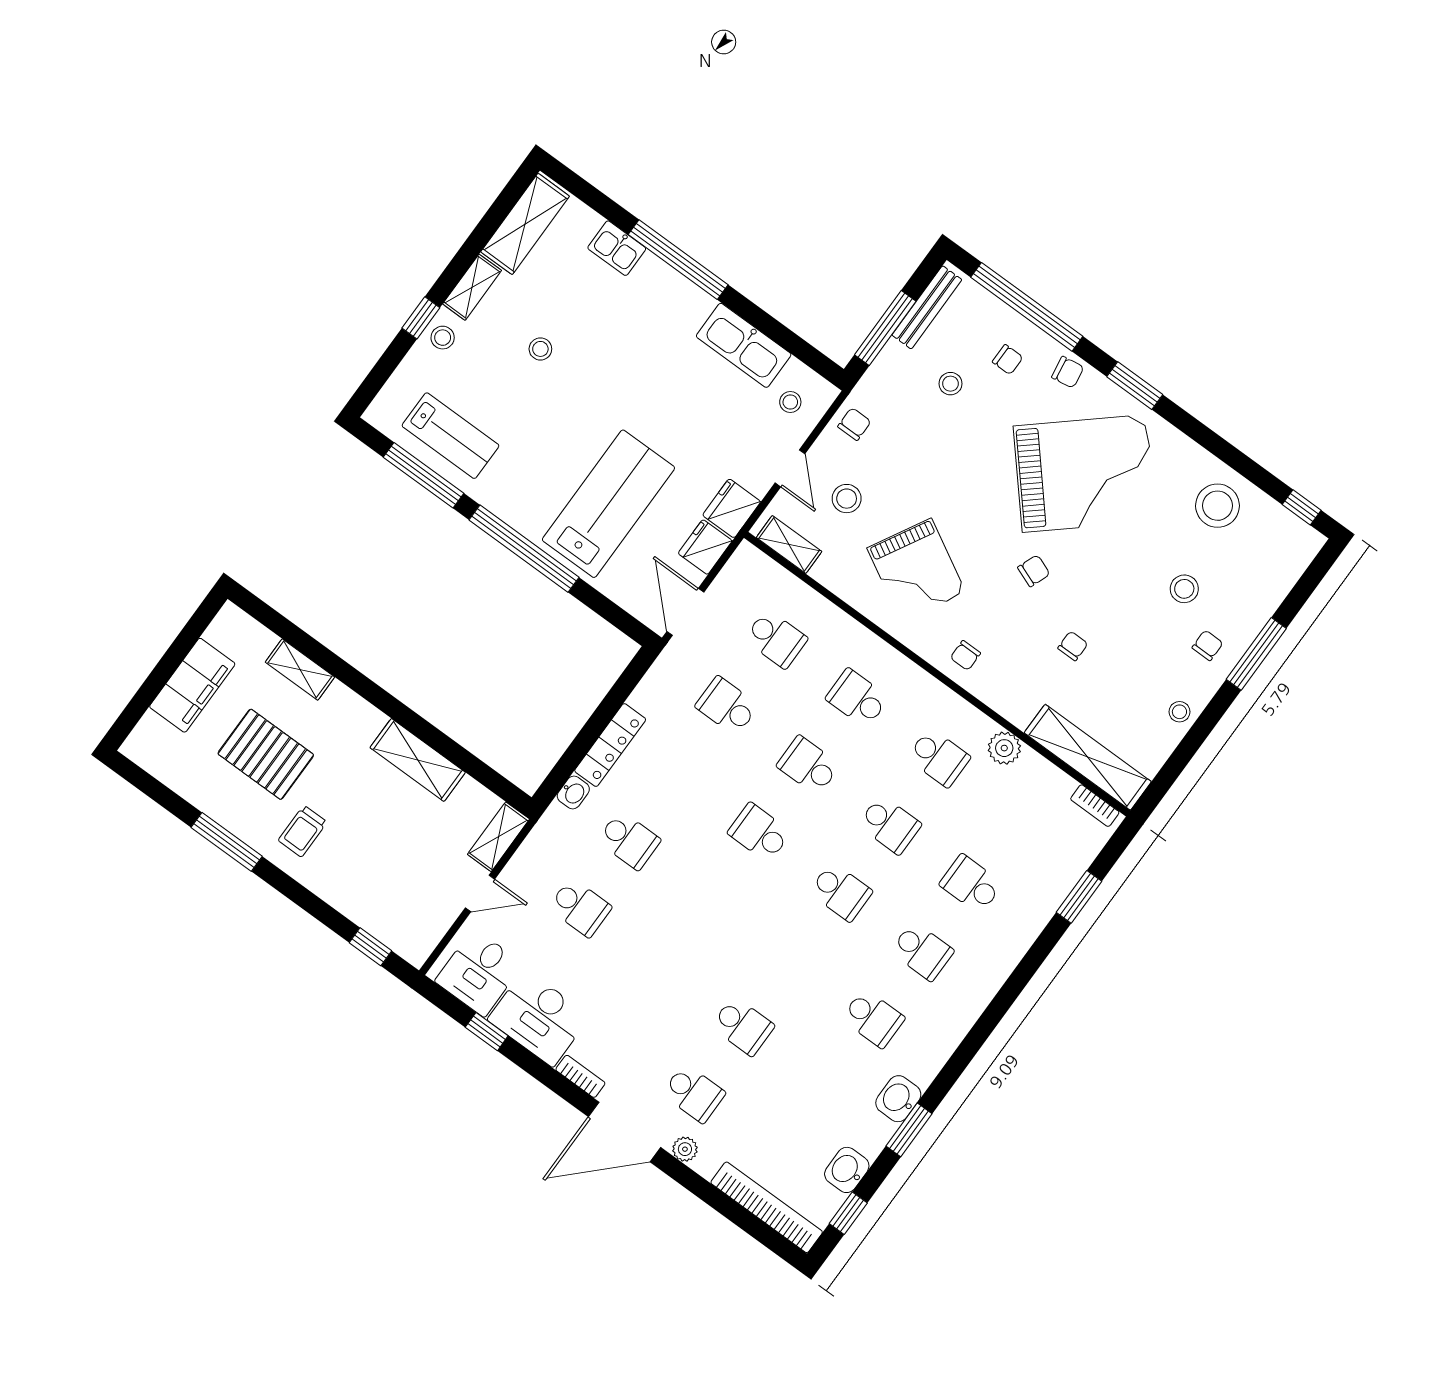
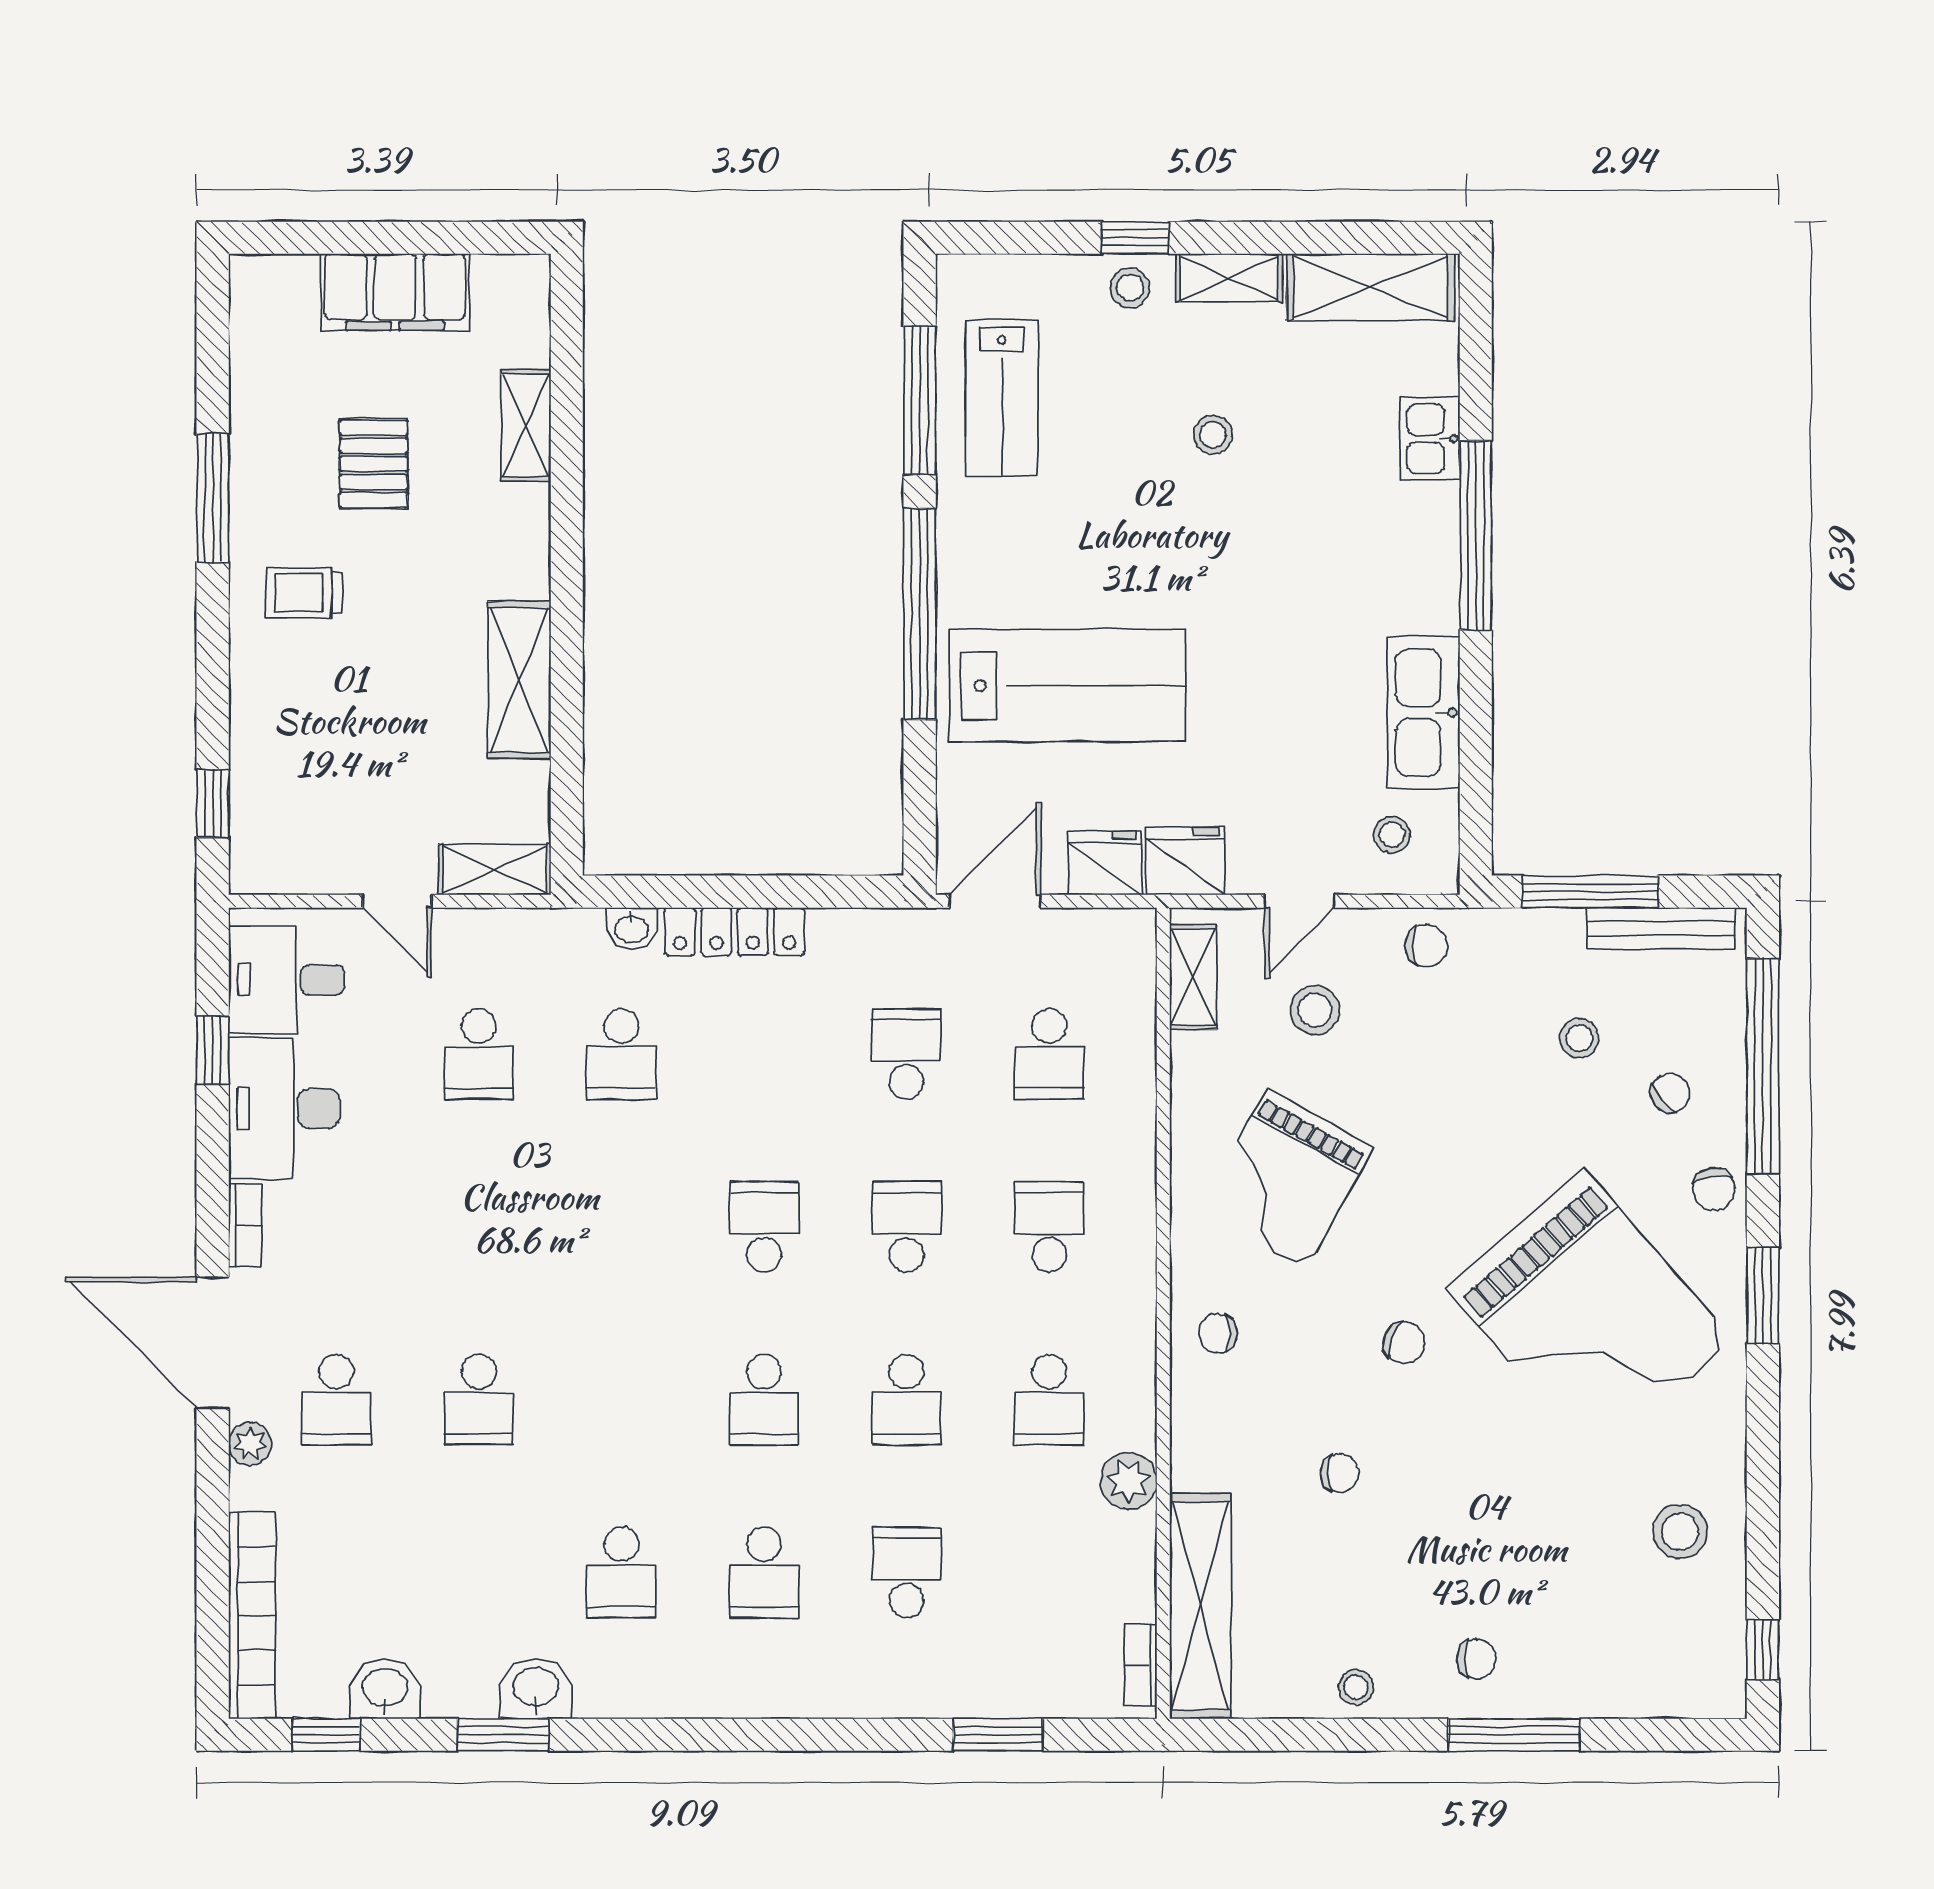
chair: (1008, 360) -> (1670, 1093), turned -129
stool: (1217, 506) -> (1680, 1531), width x0.73, depth x0.73
stool: (1184, 589) -> (1531, 1570), removed
pallet: (266, 754) -> (374, 464), width x0.67, depth x0.71

